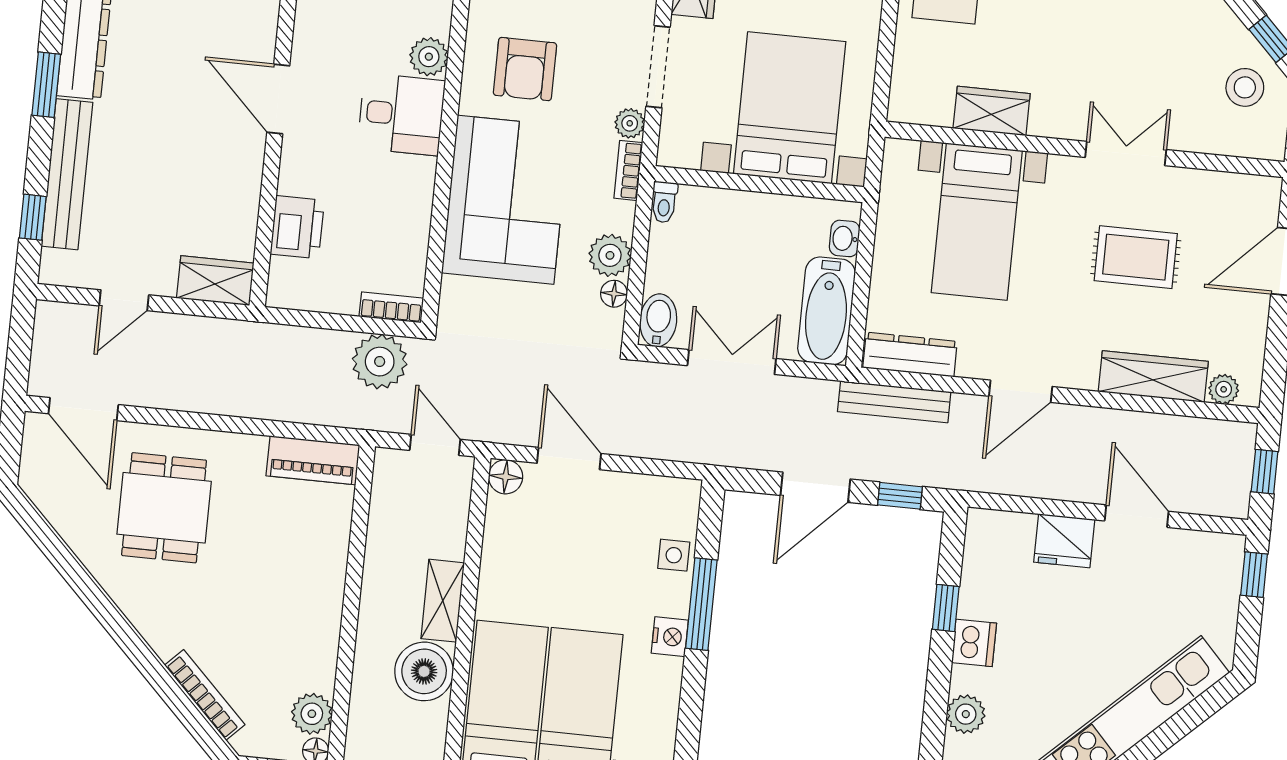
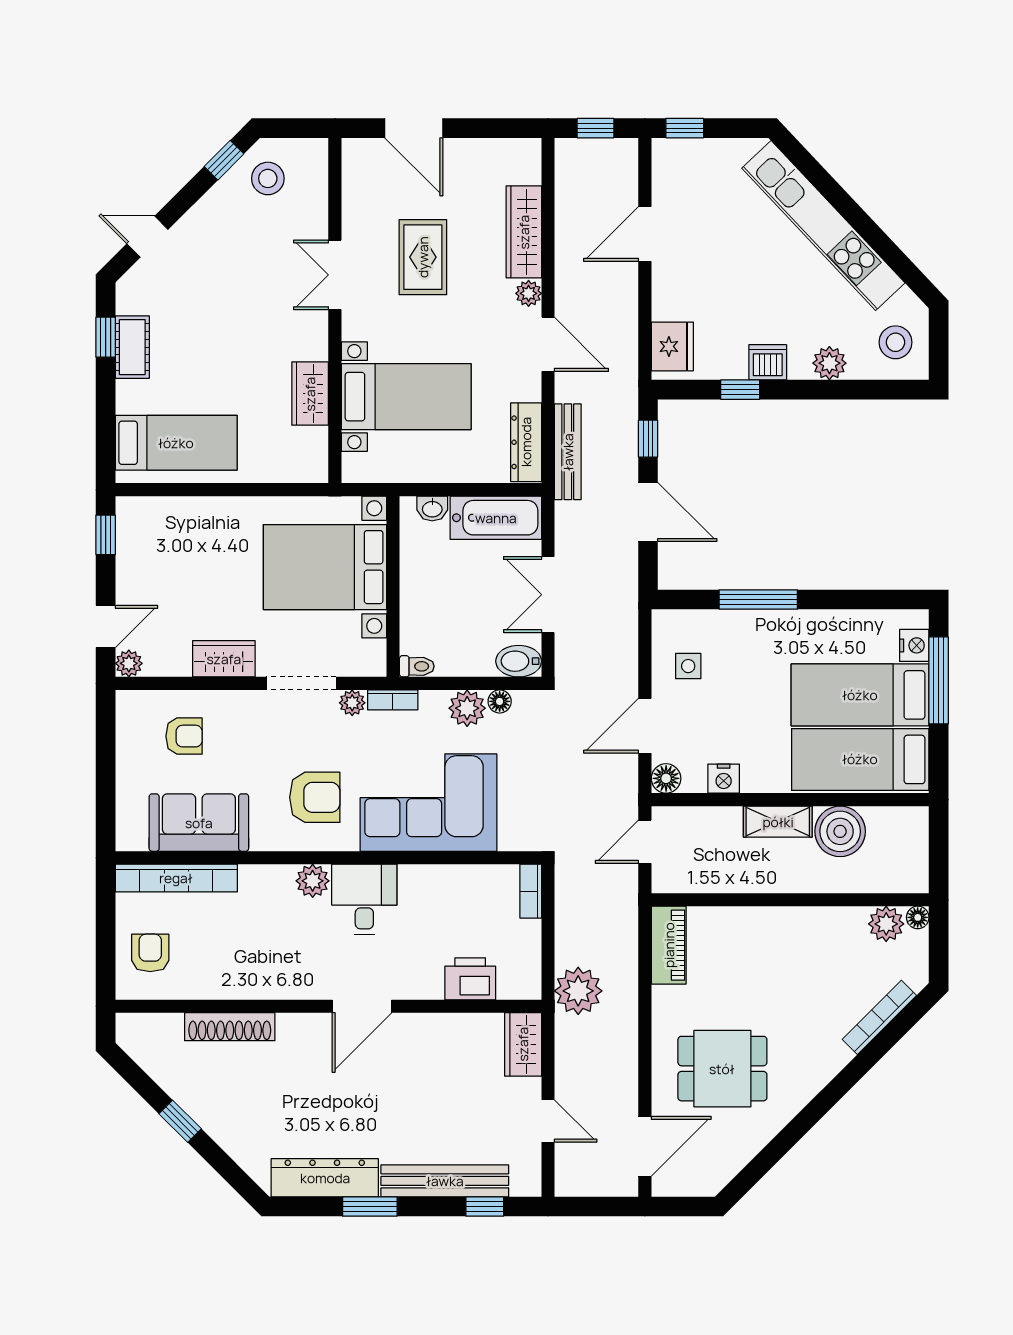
plant: (380, 362) -> (578, 991), moved
plant: (1224, 389) -> (529, 293), moved
fridge: (1064, 541) -> (672, 346), moved
side table: (674, 555) -> (688, 666), moved
nightstand: (670, 637) -> (724, 779), moved, turned 180

